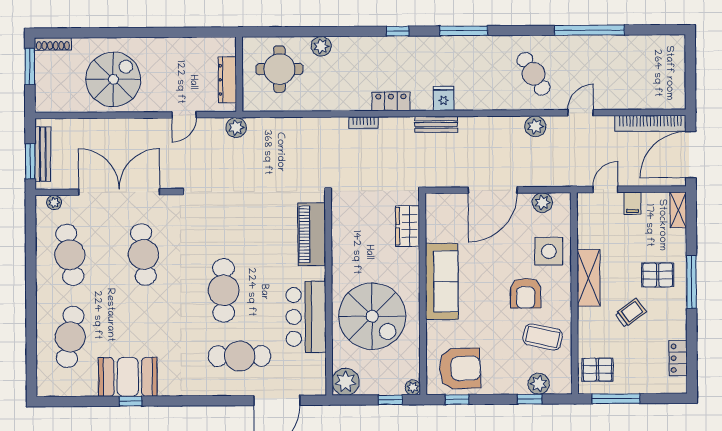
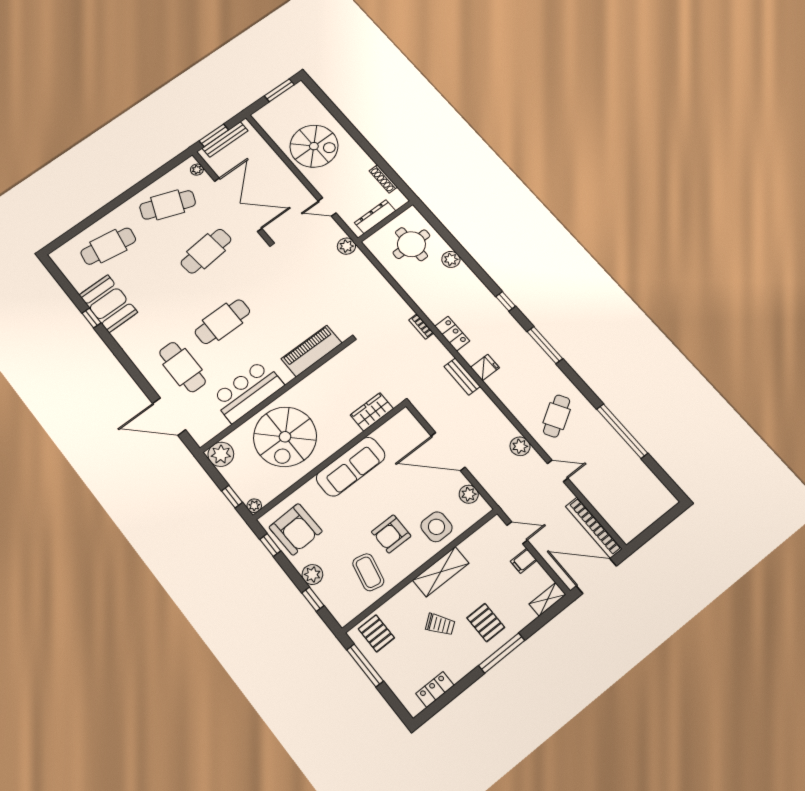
shoe rack: (53, 44) -> (383, 179), moved
cafe table: (70, 255) -> (168, 205), turned 30
plant: (539, 384) -> (312, 575), moved

